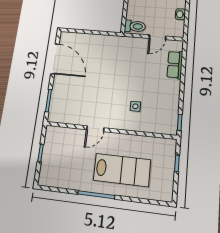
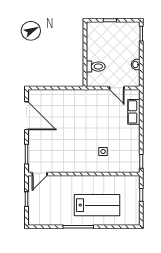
toilet: (135, 26) -> (96, 67), moved
door: (157, 37) -> (117, 88), hinge flipped
door: (95, 129) -> (40, 174), moved

